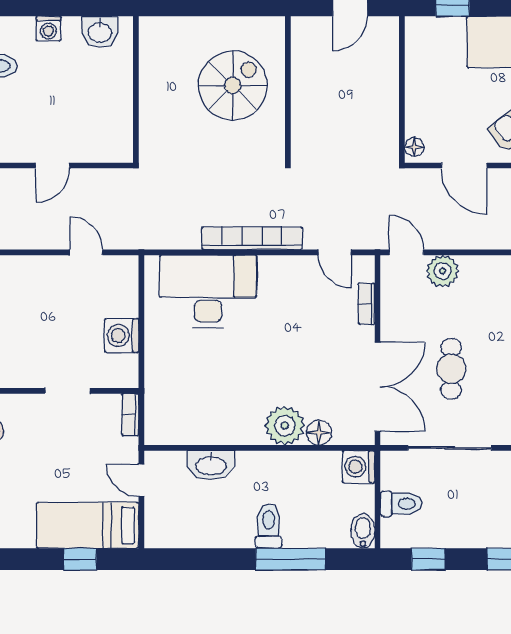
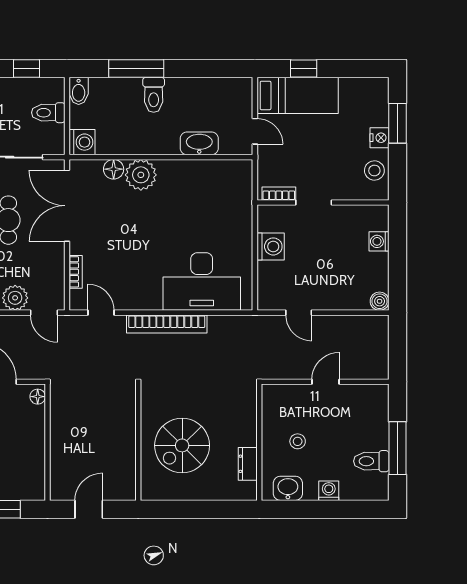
dresser: (150, 62) -> (248, 464), added
stool: (88, 91) -> (298, 441), added
bookcase: (130, 415) -> (279, 194), moved, turned -90

